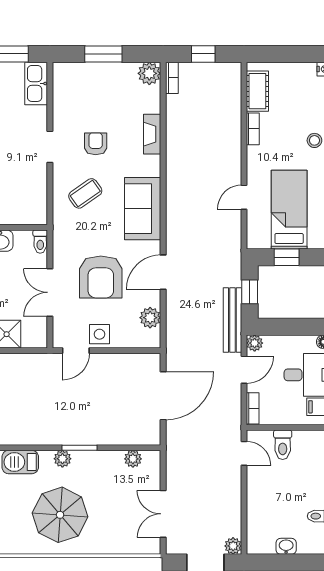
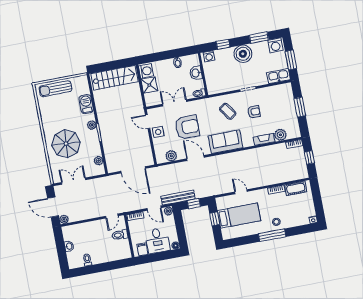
plant: (149, 73) -> (280, 135), moved
armchair: (101, 277) -> (187, 127), turned 180
parasol: (60, 515) -> (66, 144), moved

